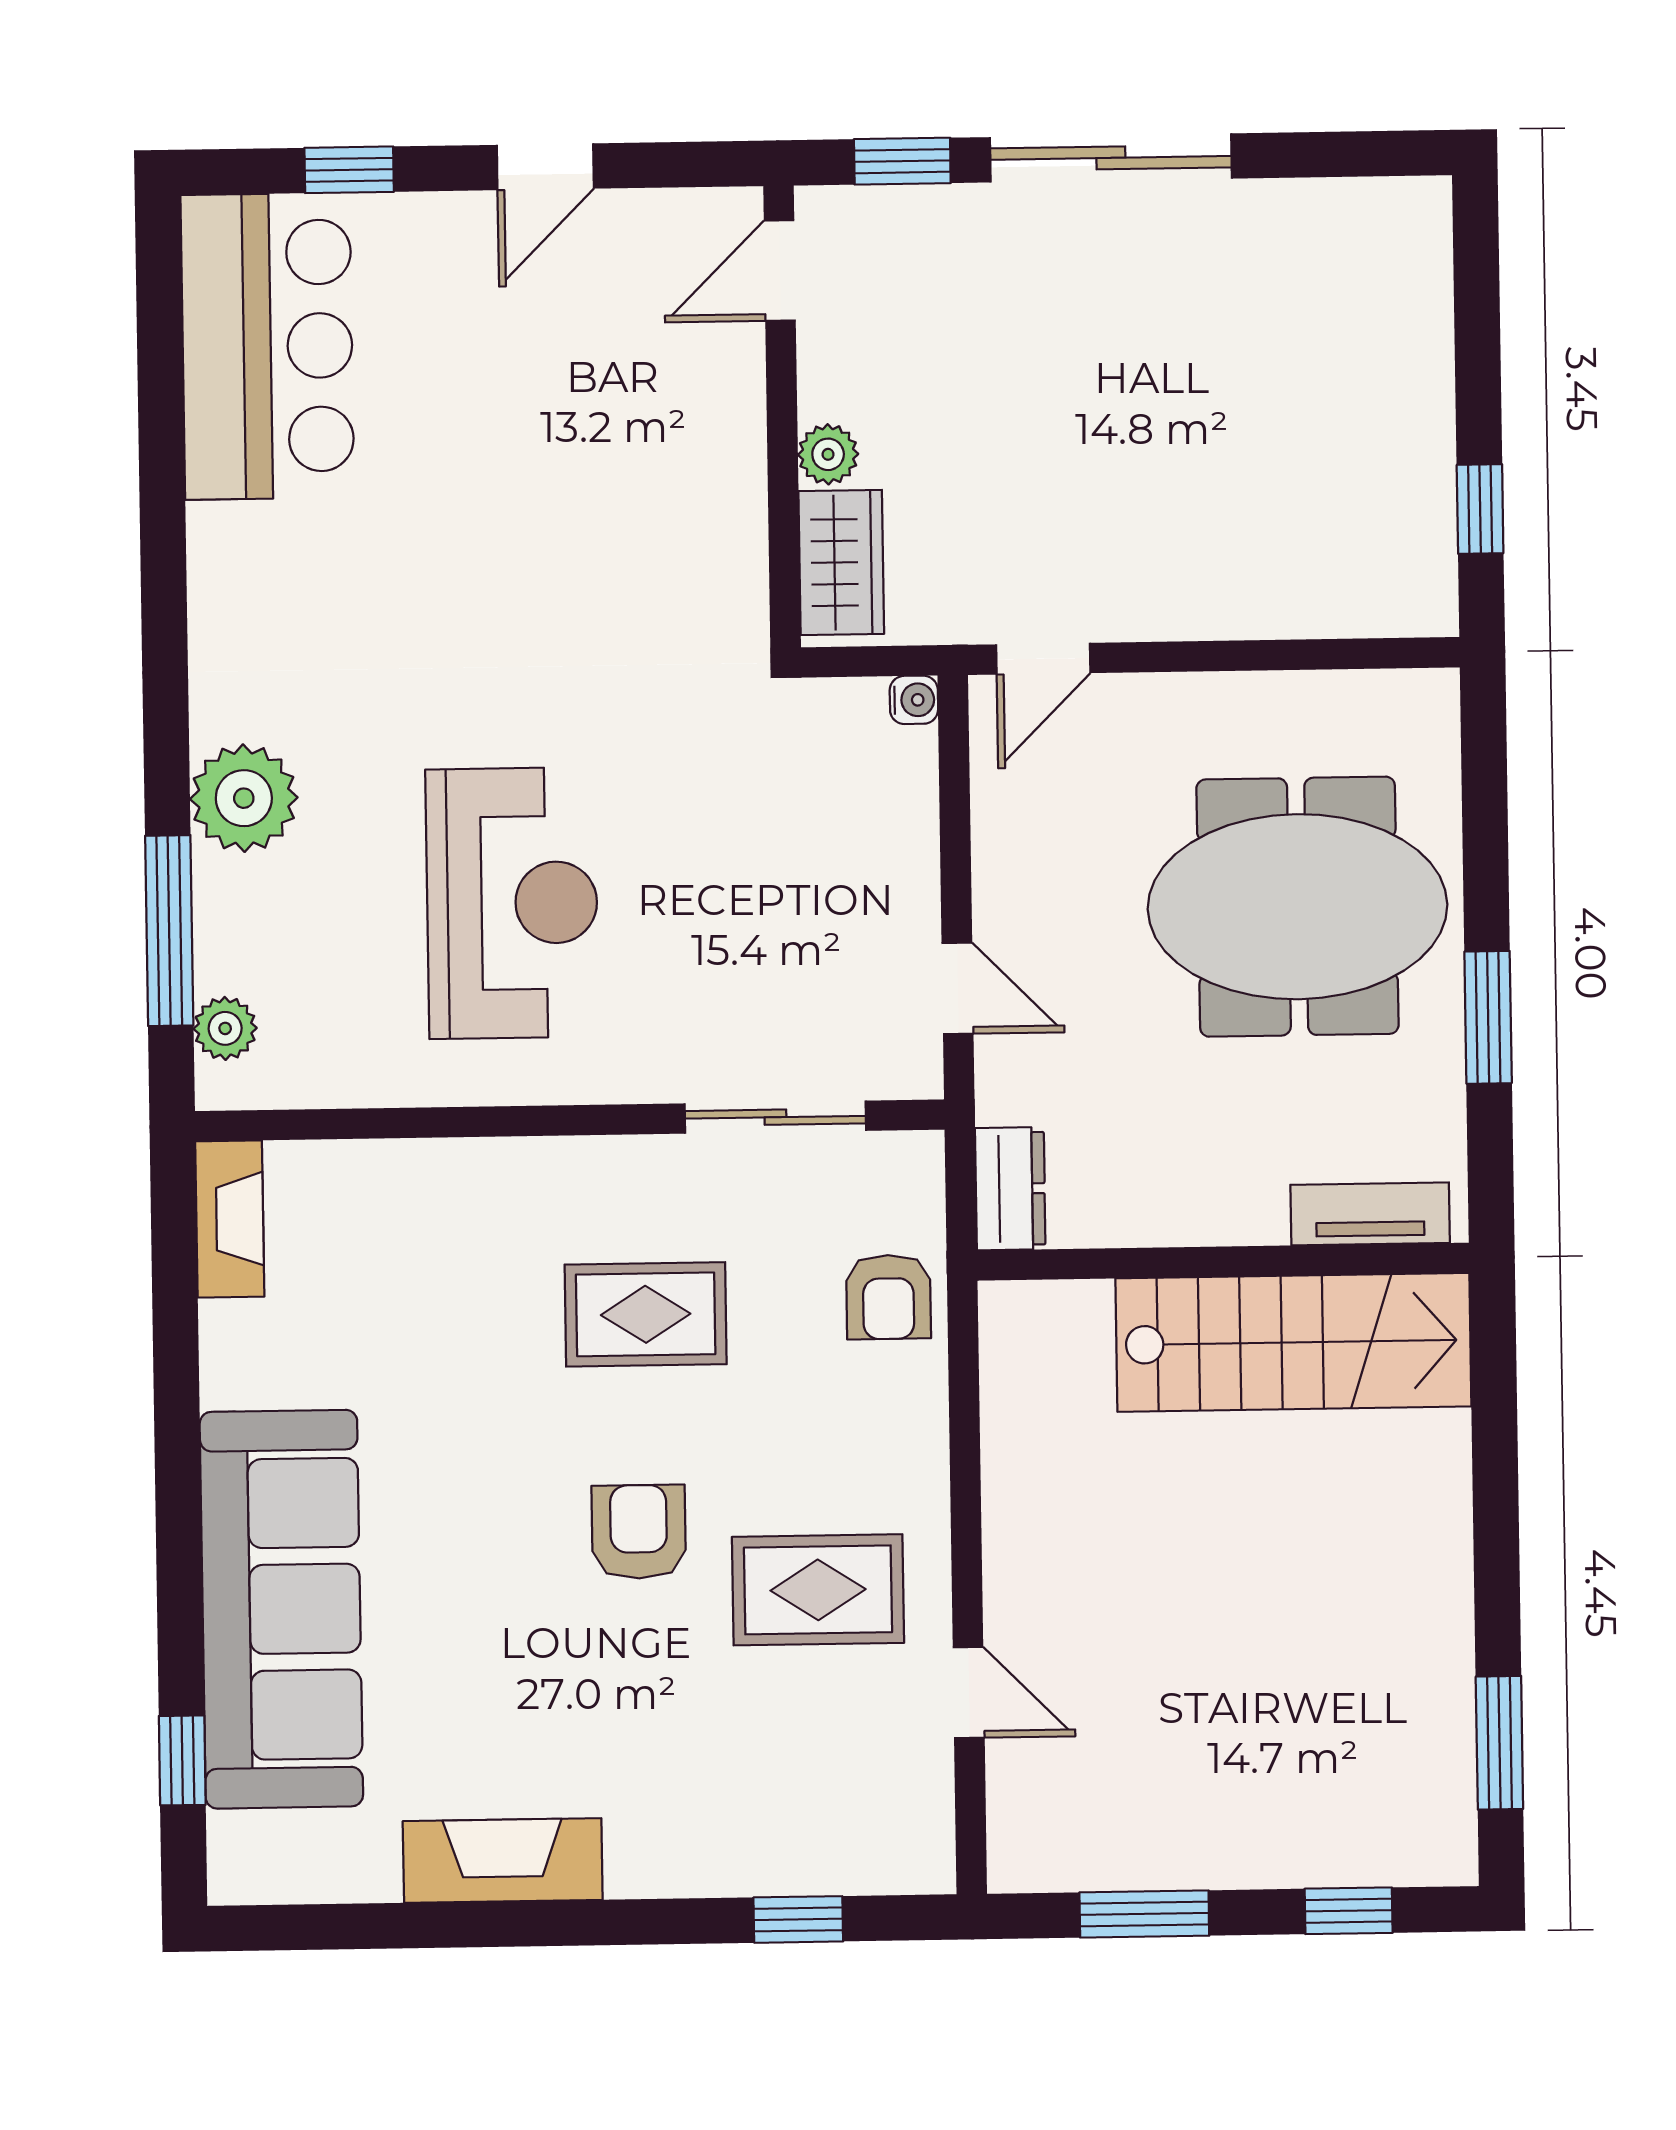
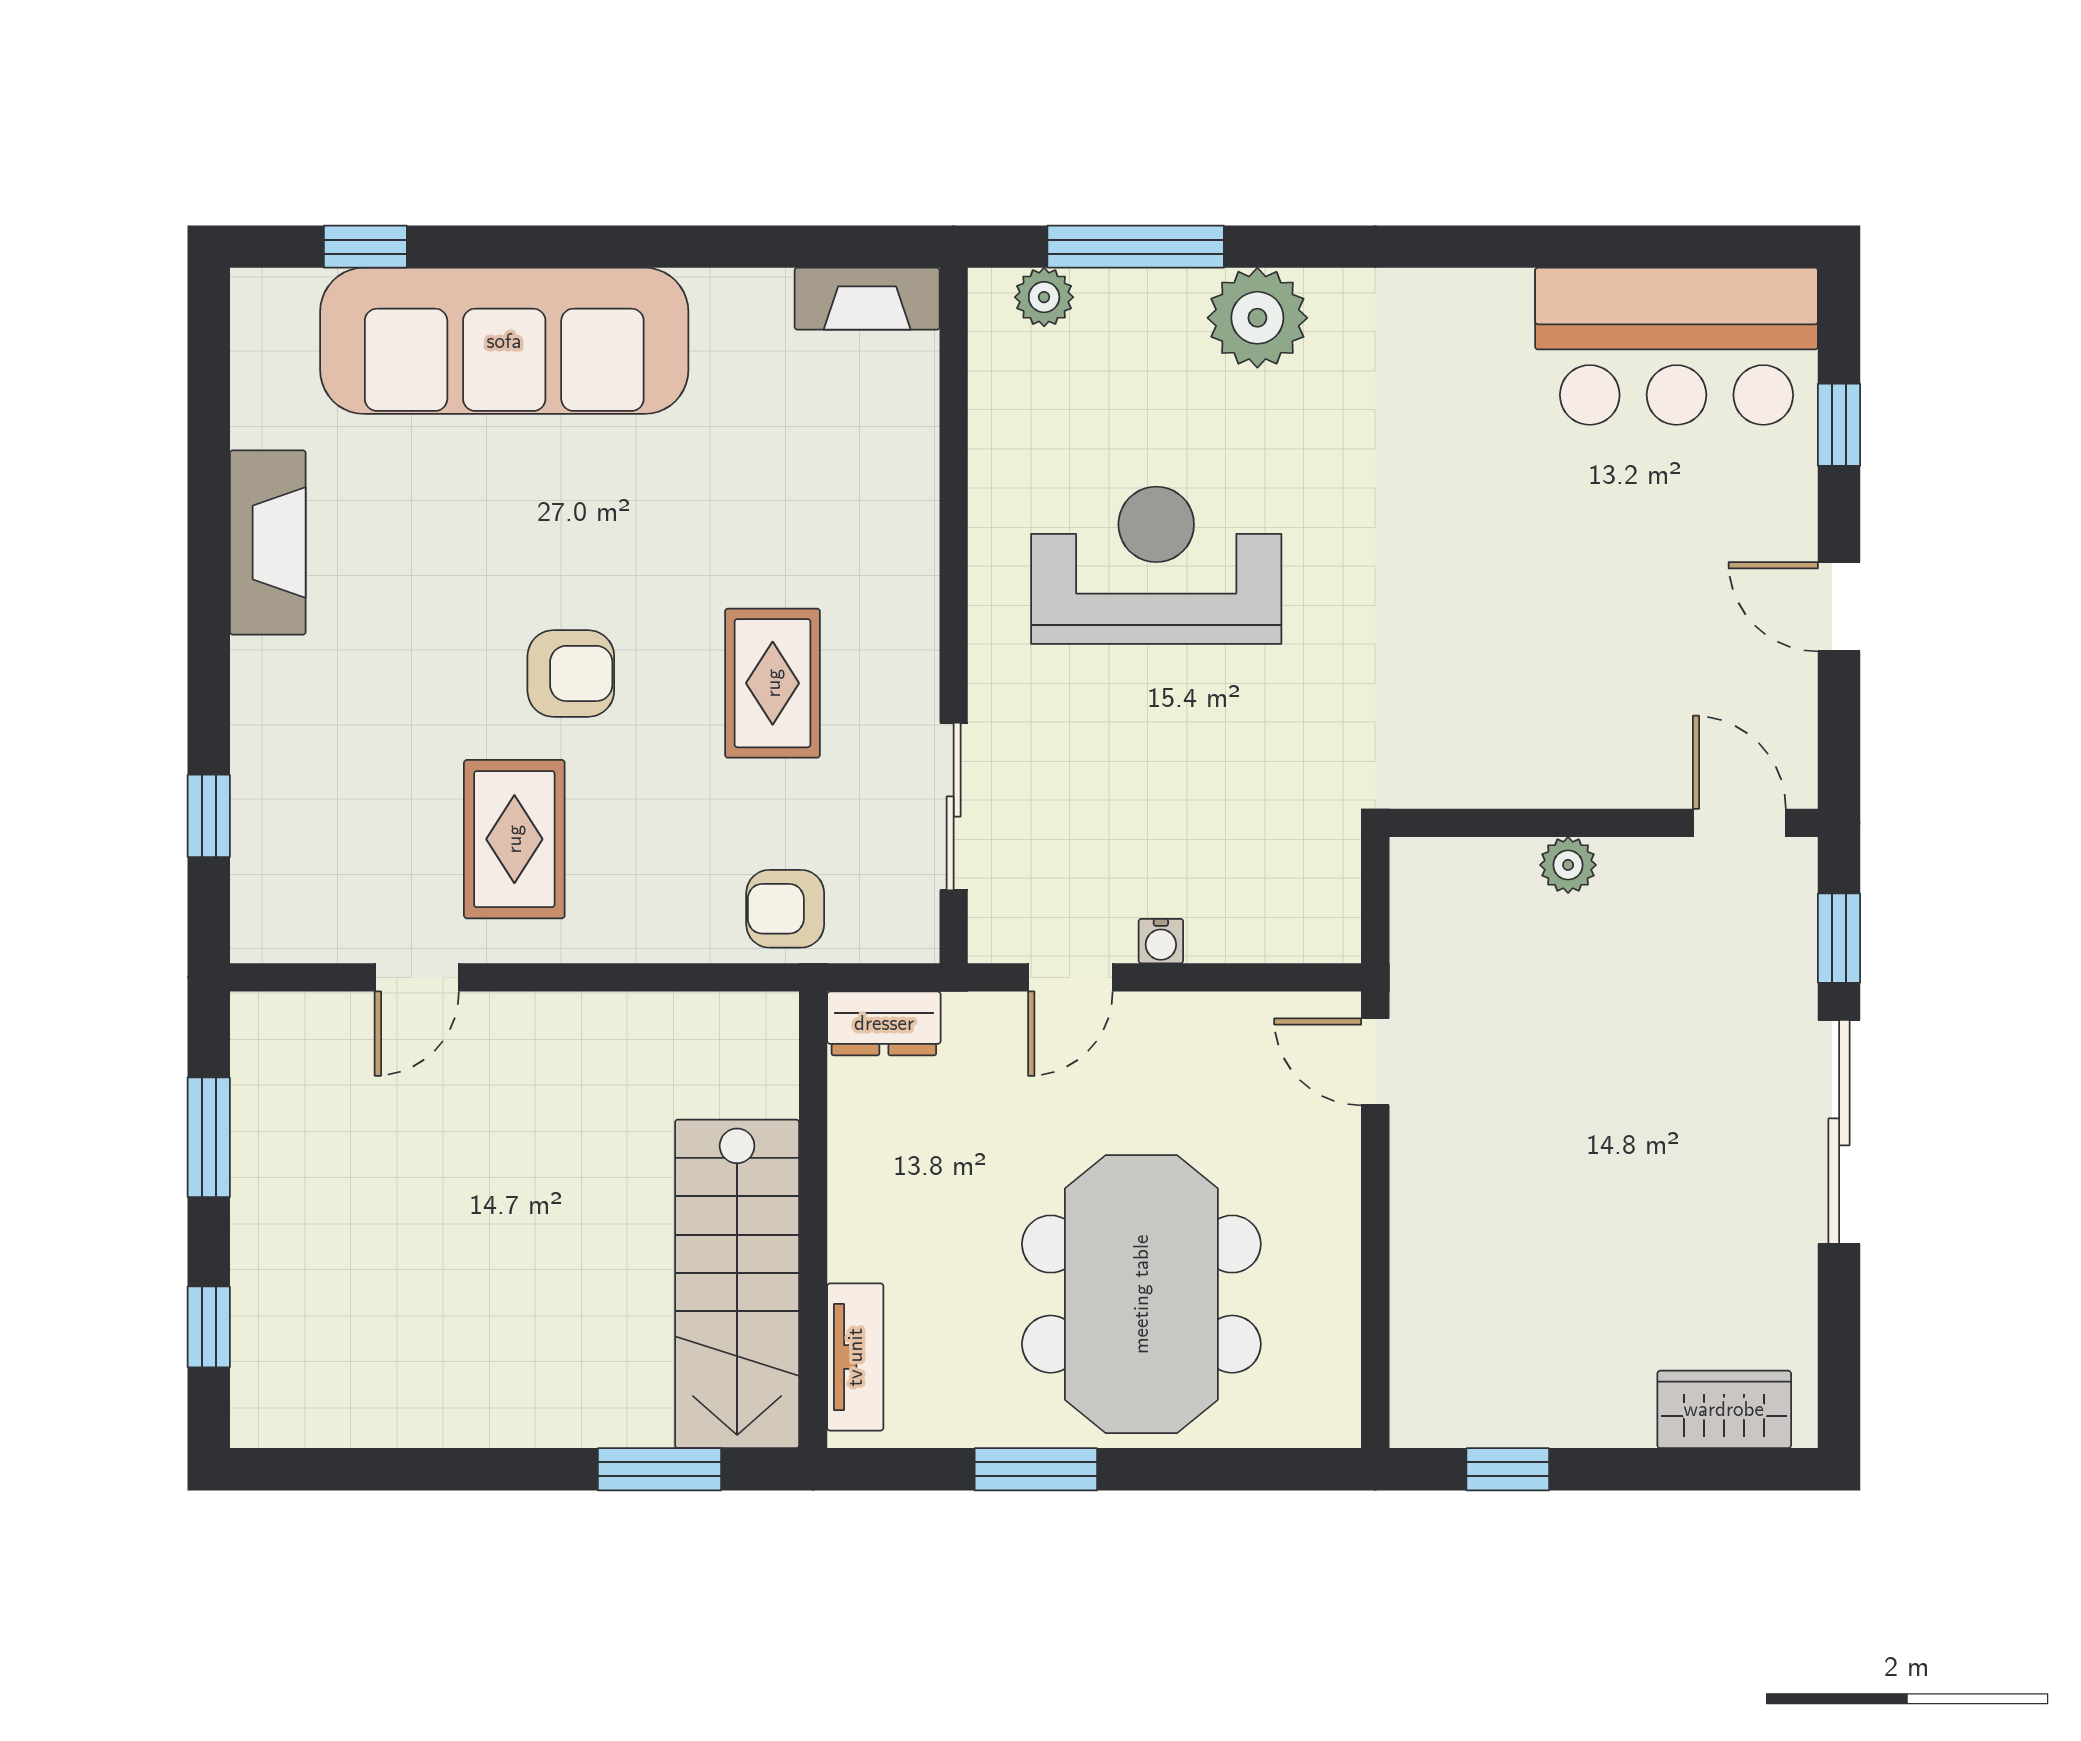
wardrobe: (841, 562) -> (1724, 1409), moved, turned 180
water cooler: (914, 700) -> (1161, 941), moved
reception desk: (512, 903) -> (1156, 565), turned 180
window: (1499, 1743) -> (659, 1469), moved

